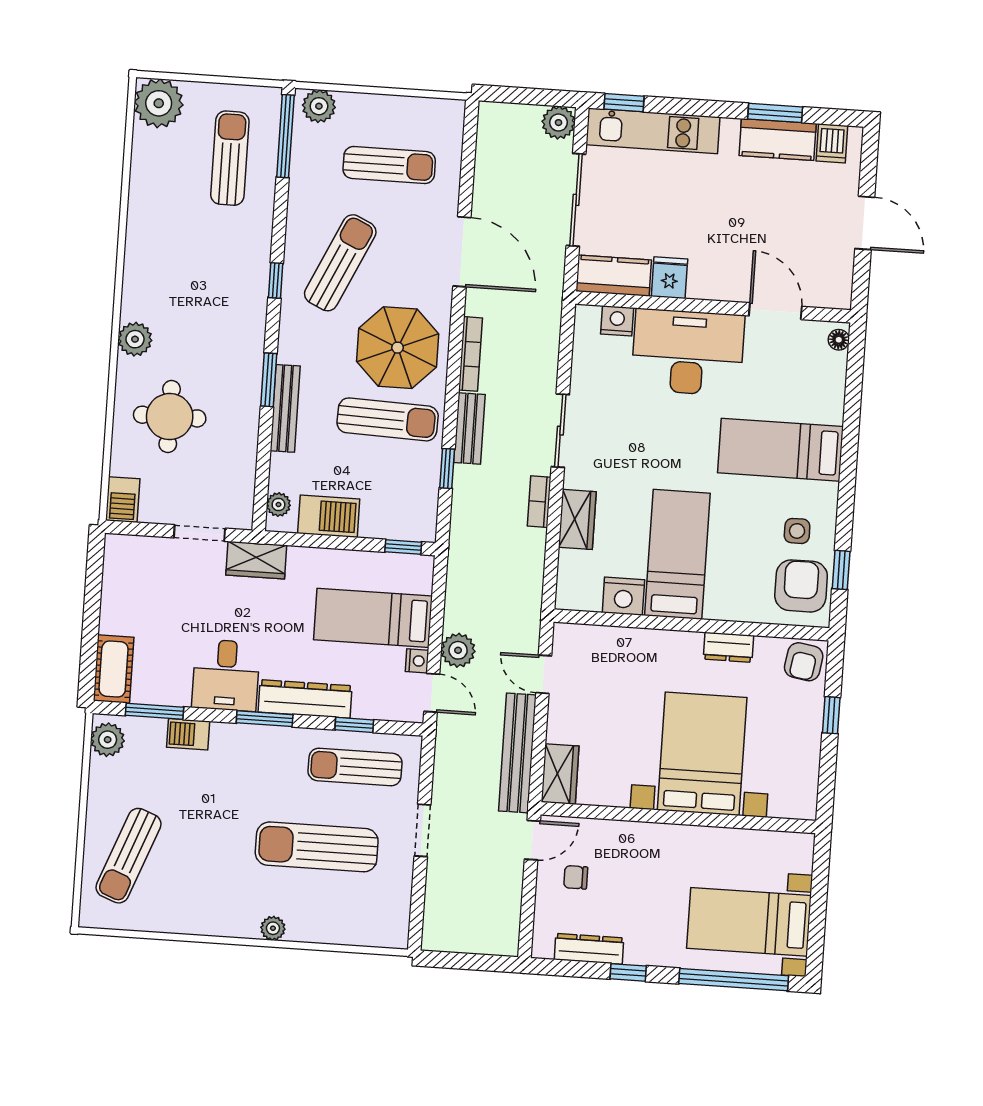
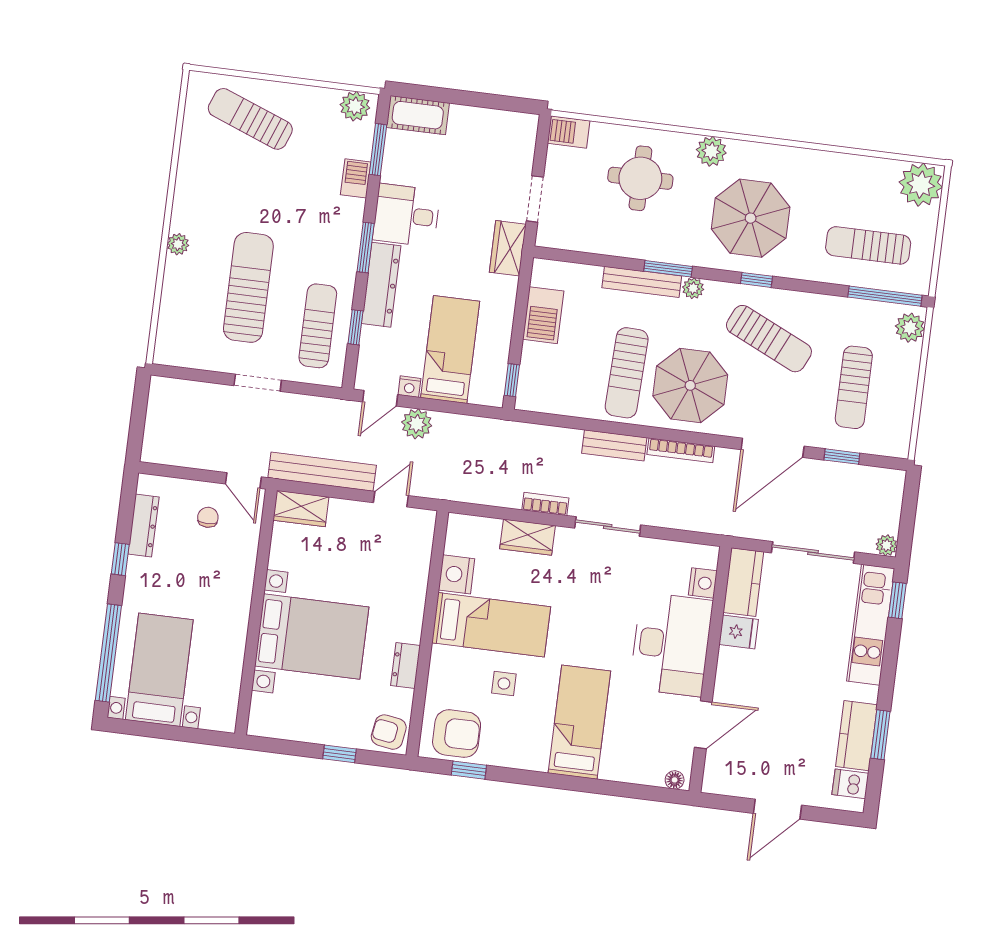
plant: (558, 123) -> (887, 545), width x0.73, depth x0.73
sun lounger: (230, 158) -> (868, 245), turned 180
parasol: (207, 291) -> (751, 218), added
window: (447, 468) -> (842, 457), moved
plant: (278, 505) -> (693, 288), moved
side table: (797, 531) -> (504, 684), moved

